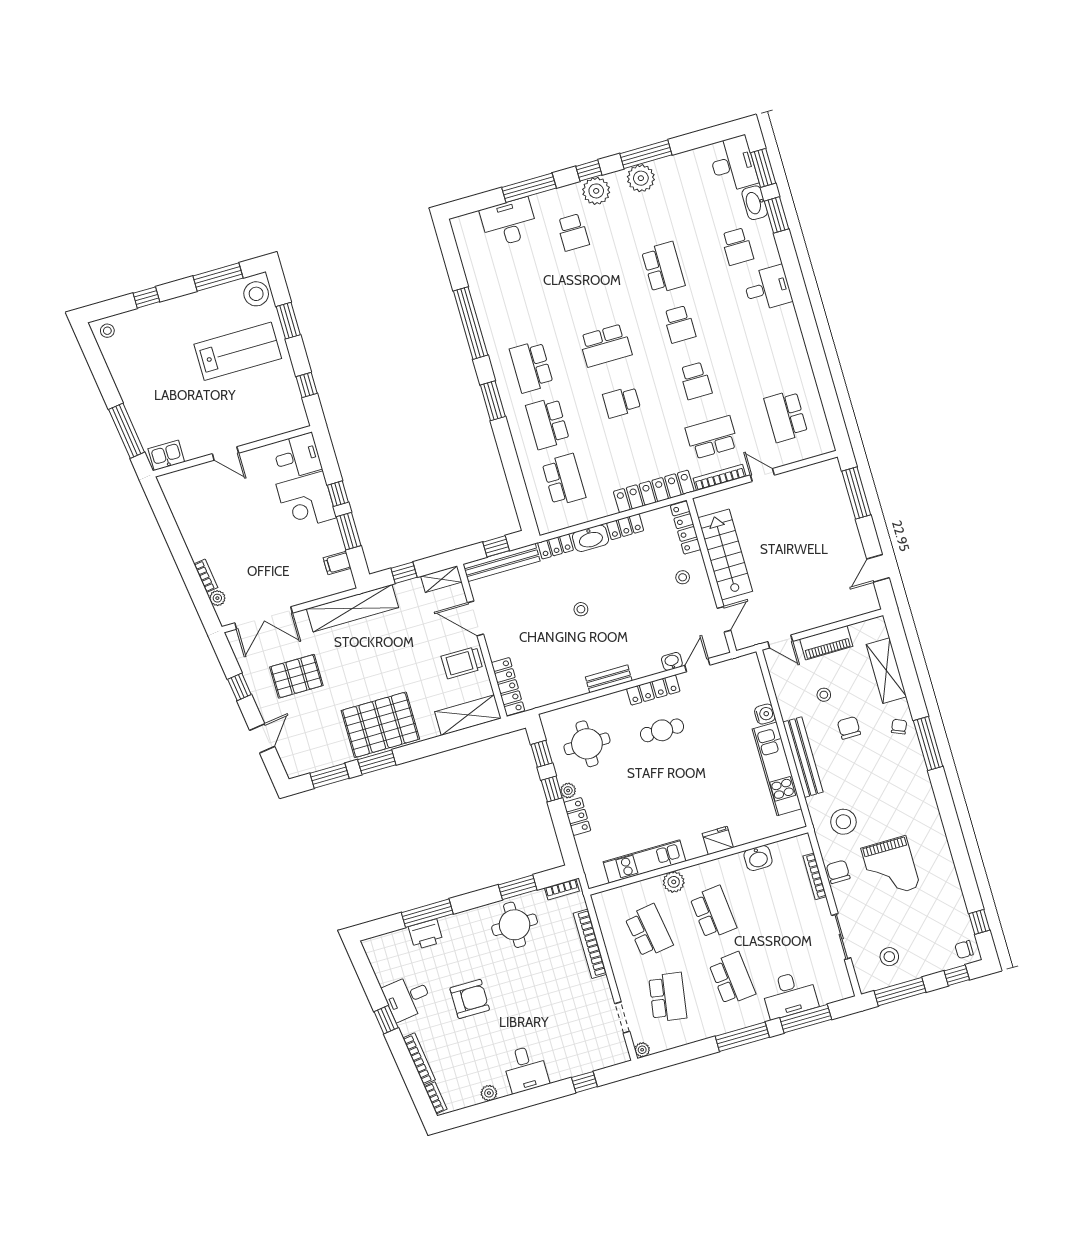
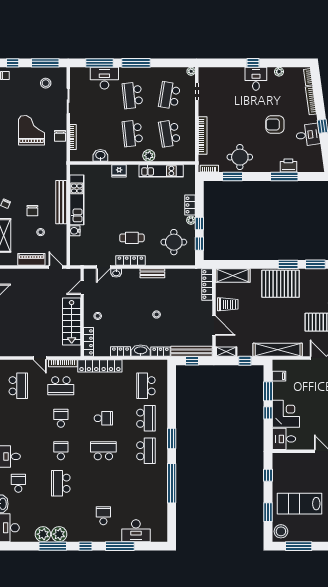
plant: (596, 191) -> (43, 534), moved
stool: (843, 822) -> (50, 162), removed
window: (584, 1082) -> (253, 63), moved

